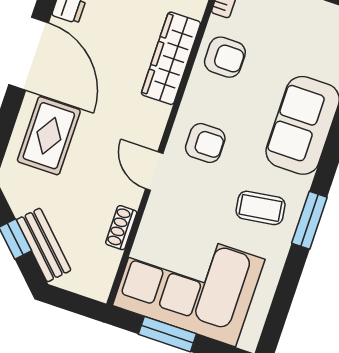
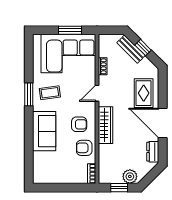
wardrobe: (171, 58) -> (105, 125), moved
armchair: (205, 143) -> (79, 124), moved, turned 180
door: (154, 171) -> (97, 93), swing flipped

